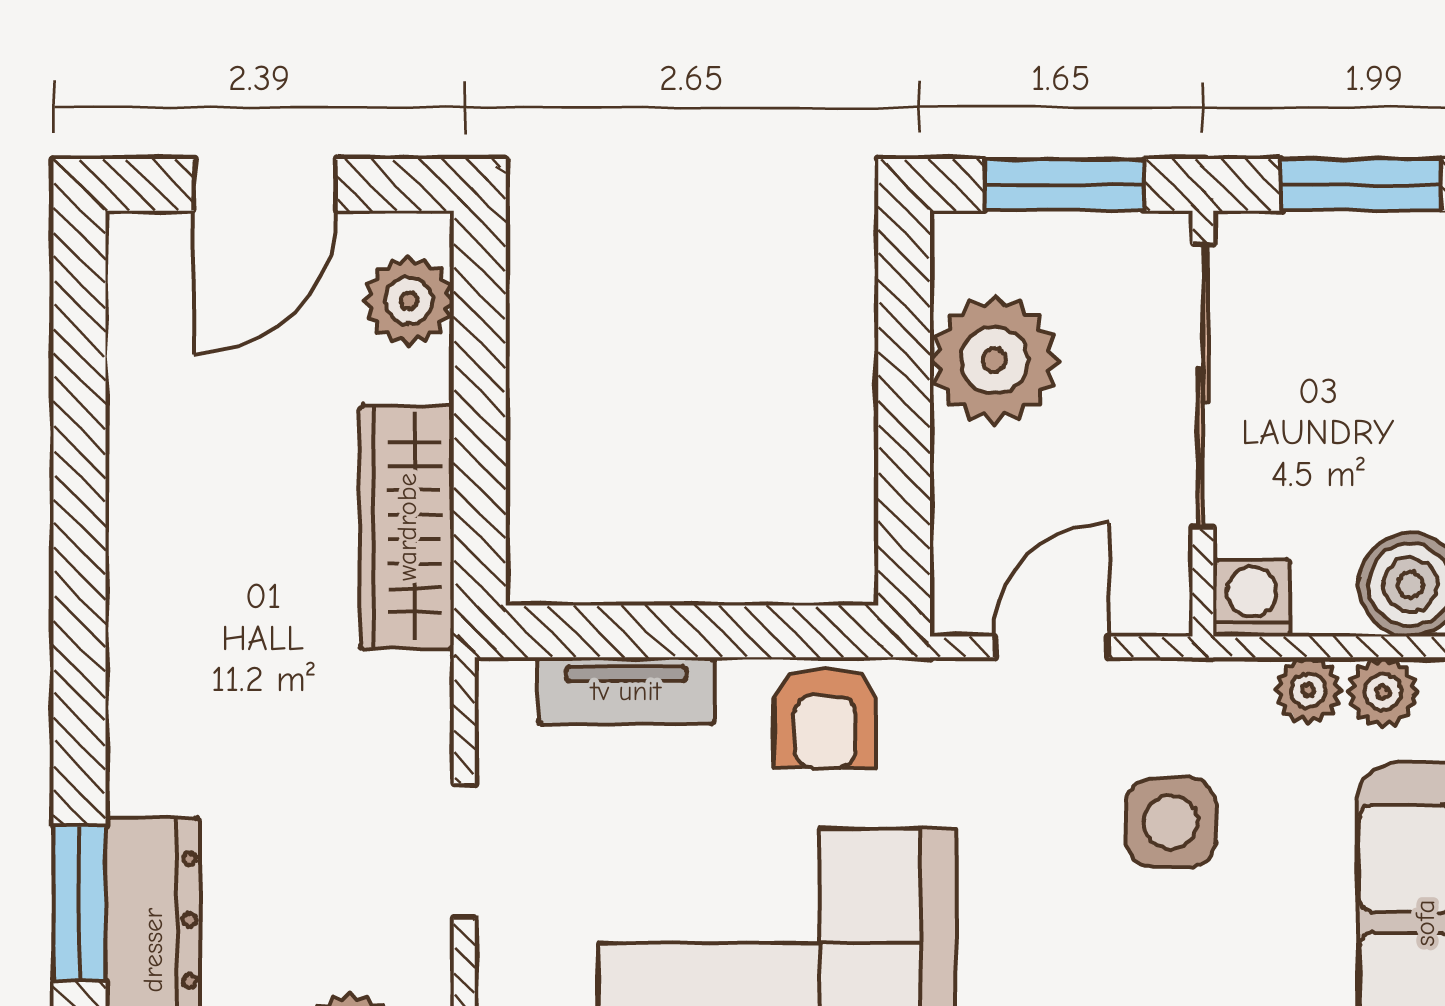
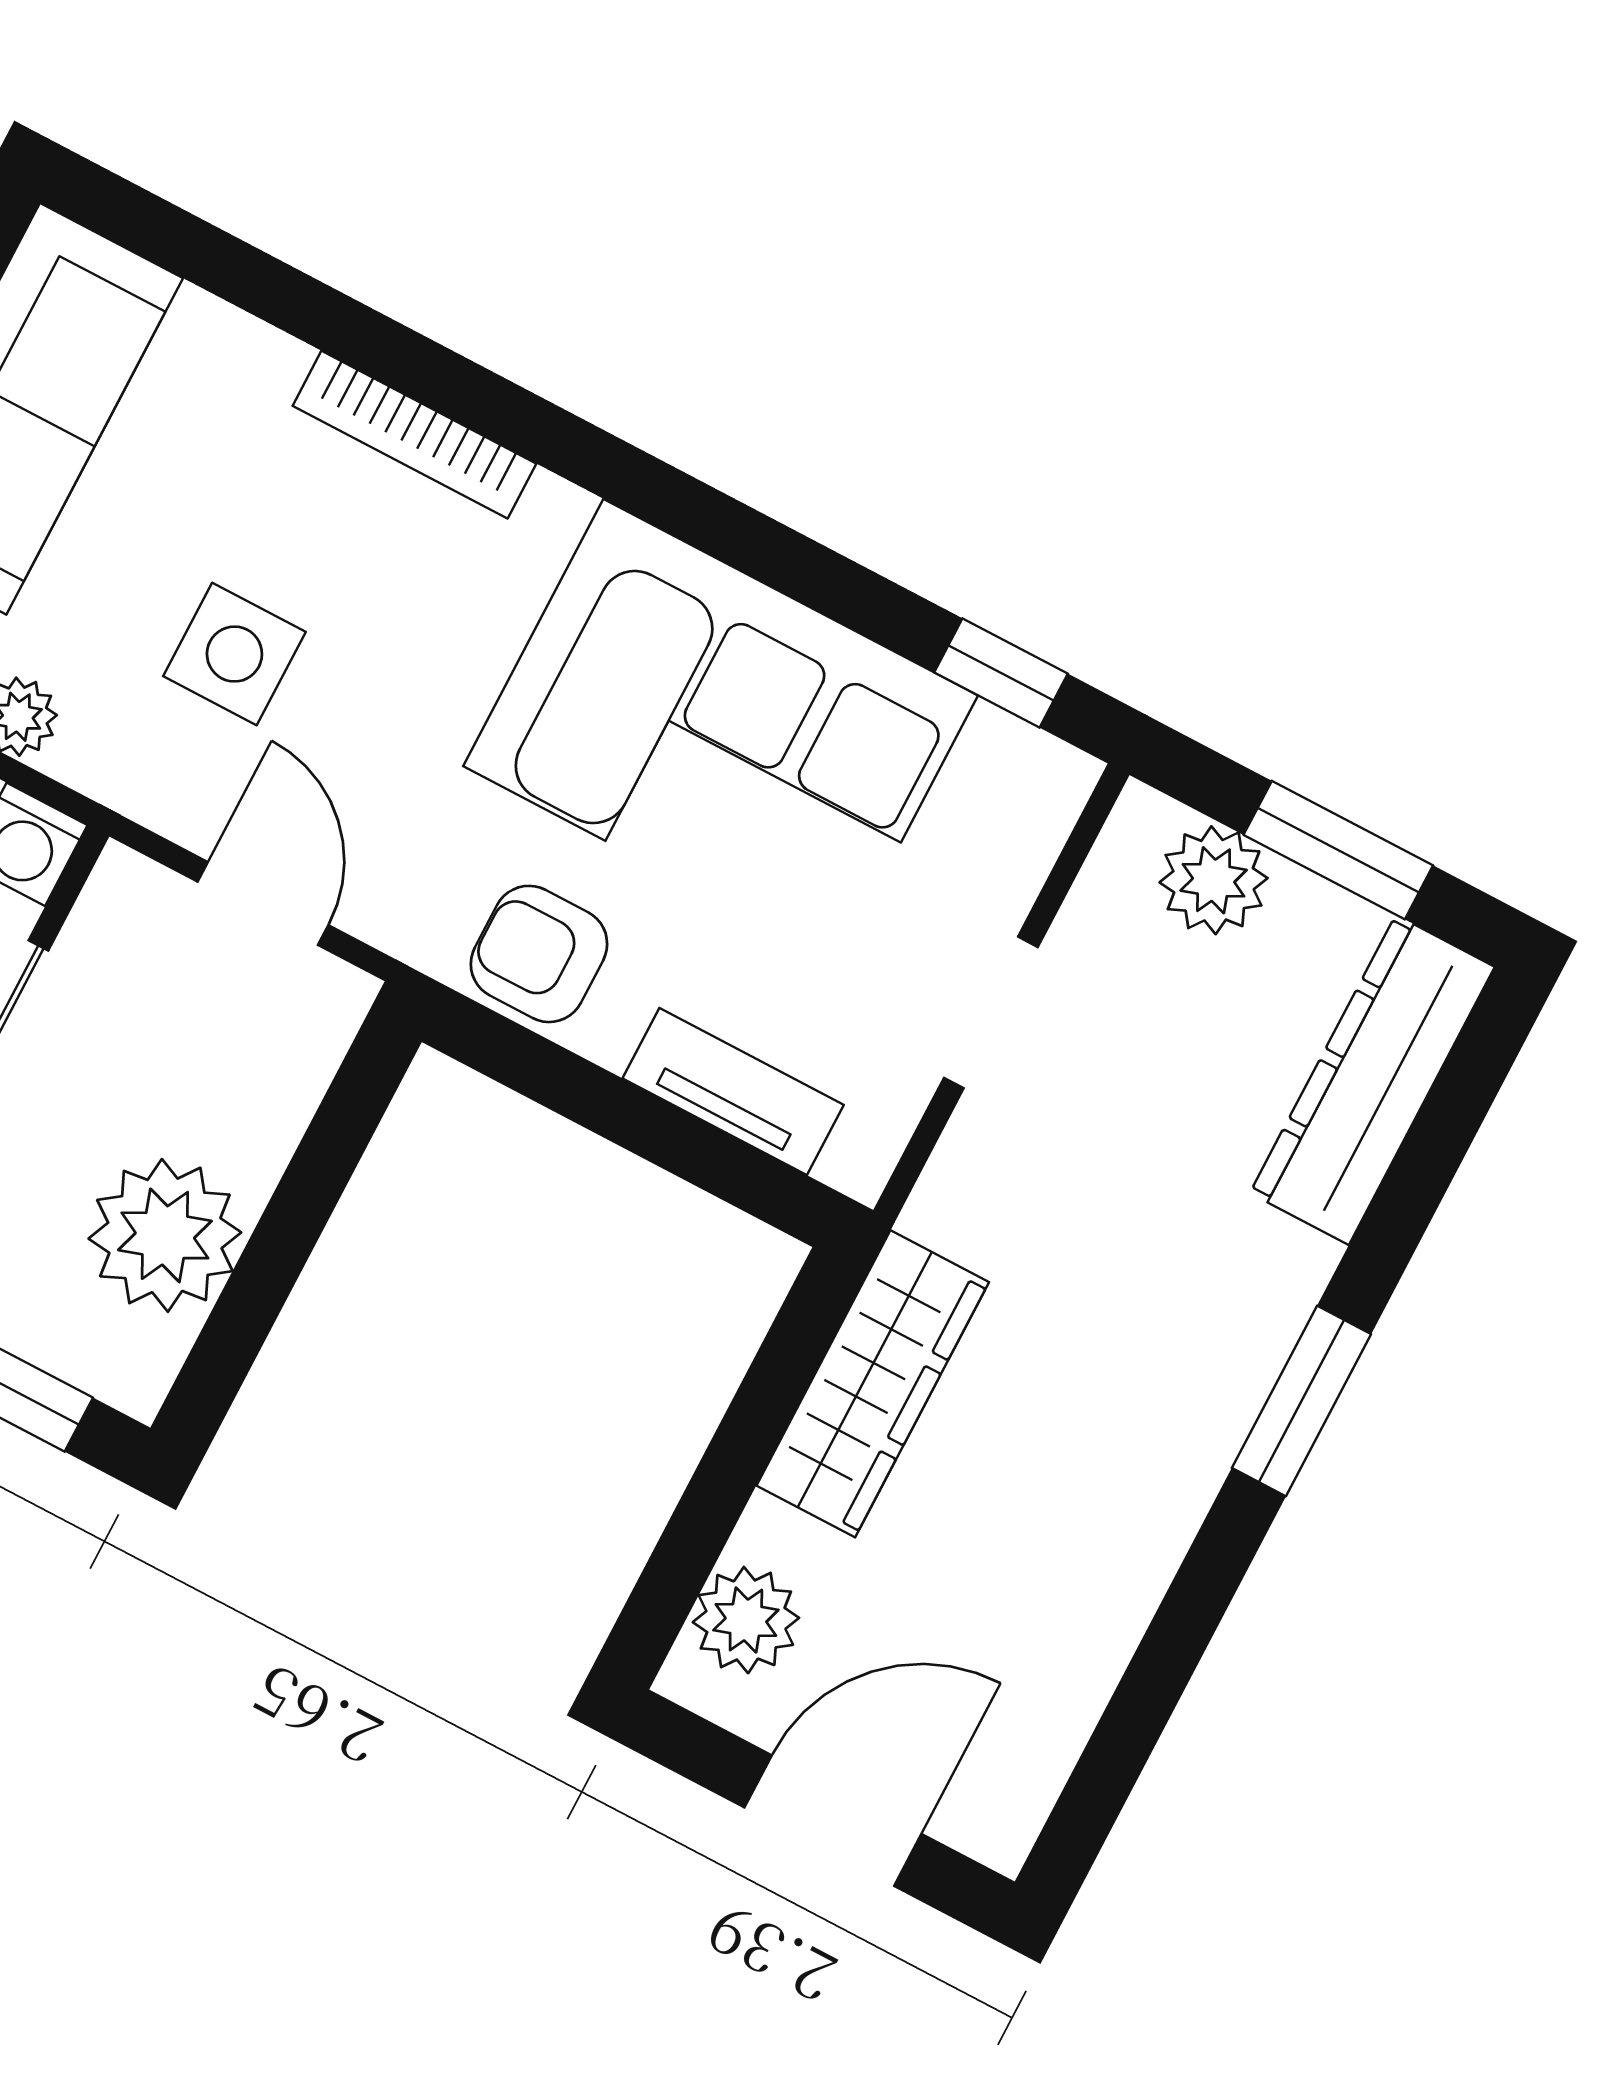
door: (1051, 647) -> (263, 903), swing flipped
armchair: (825, 717) -> (539, 954), turned -90
window: (80, 903) -> (1301, 1401), moved

